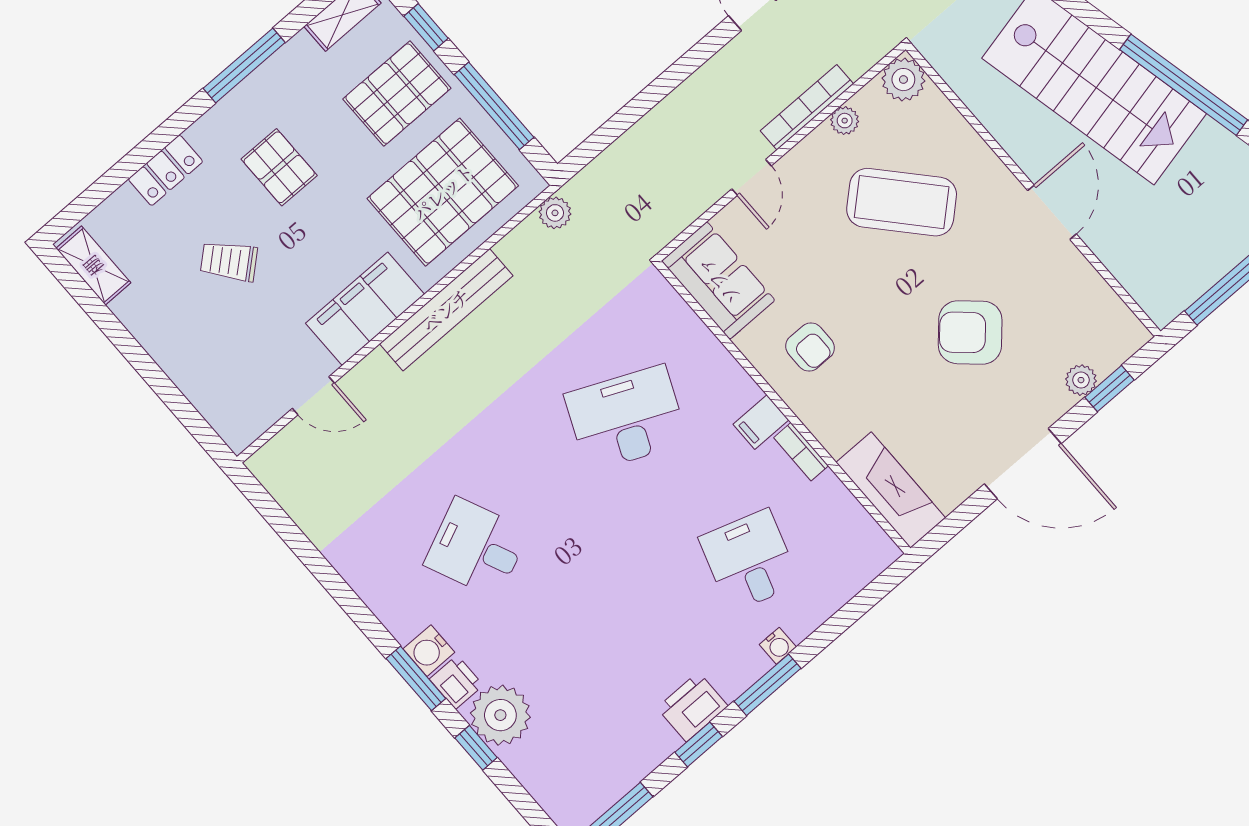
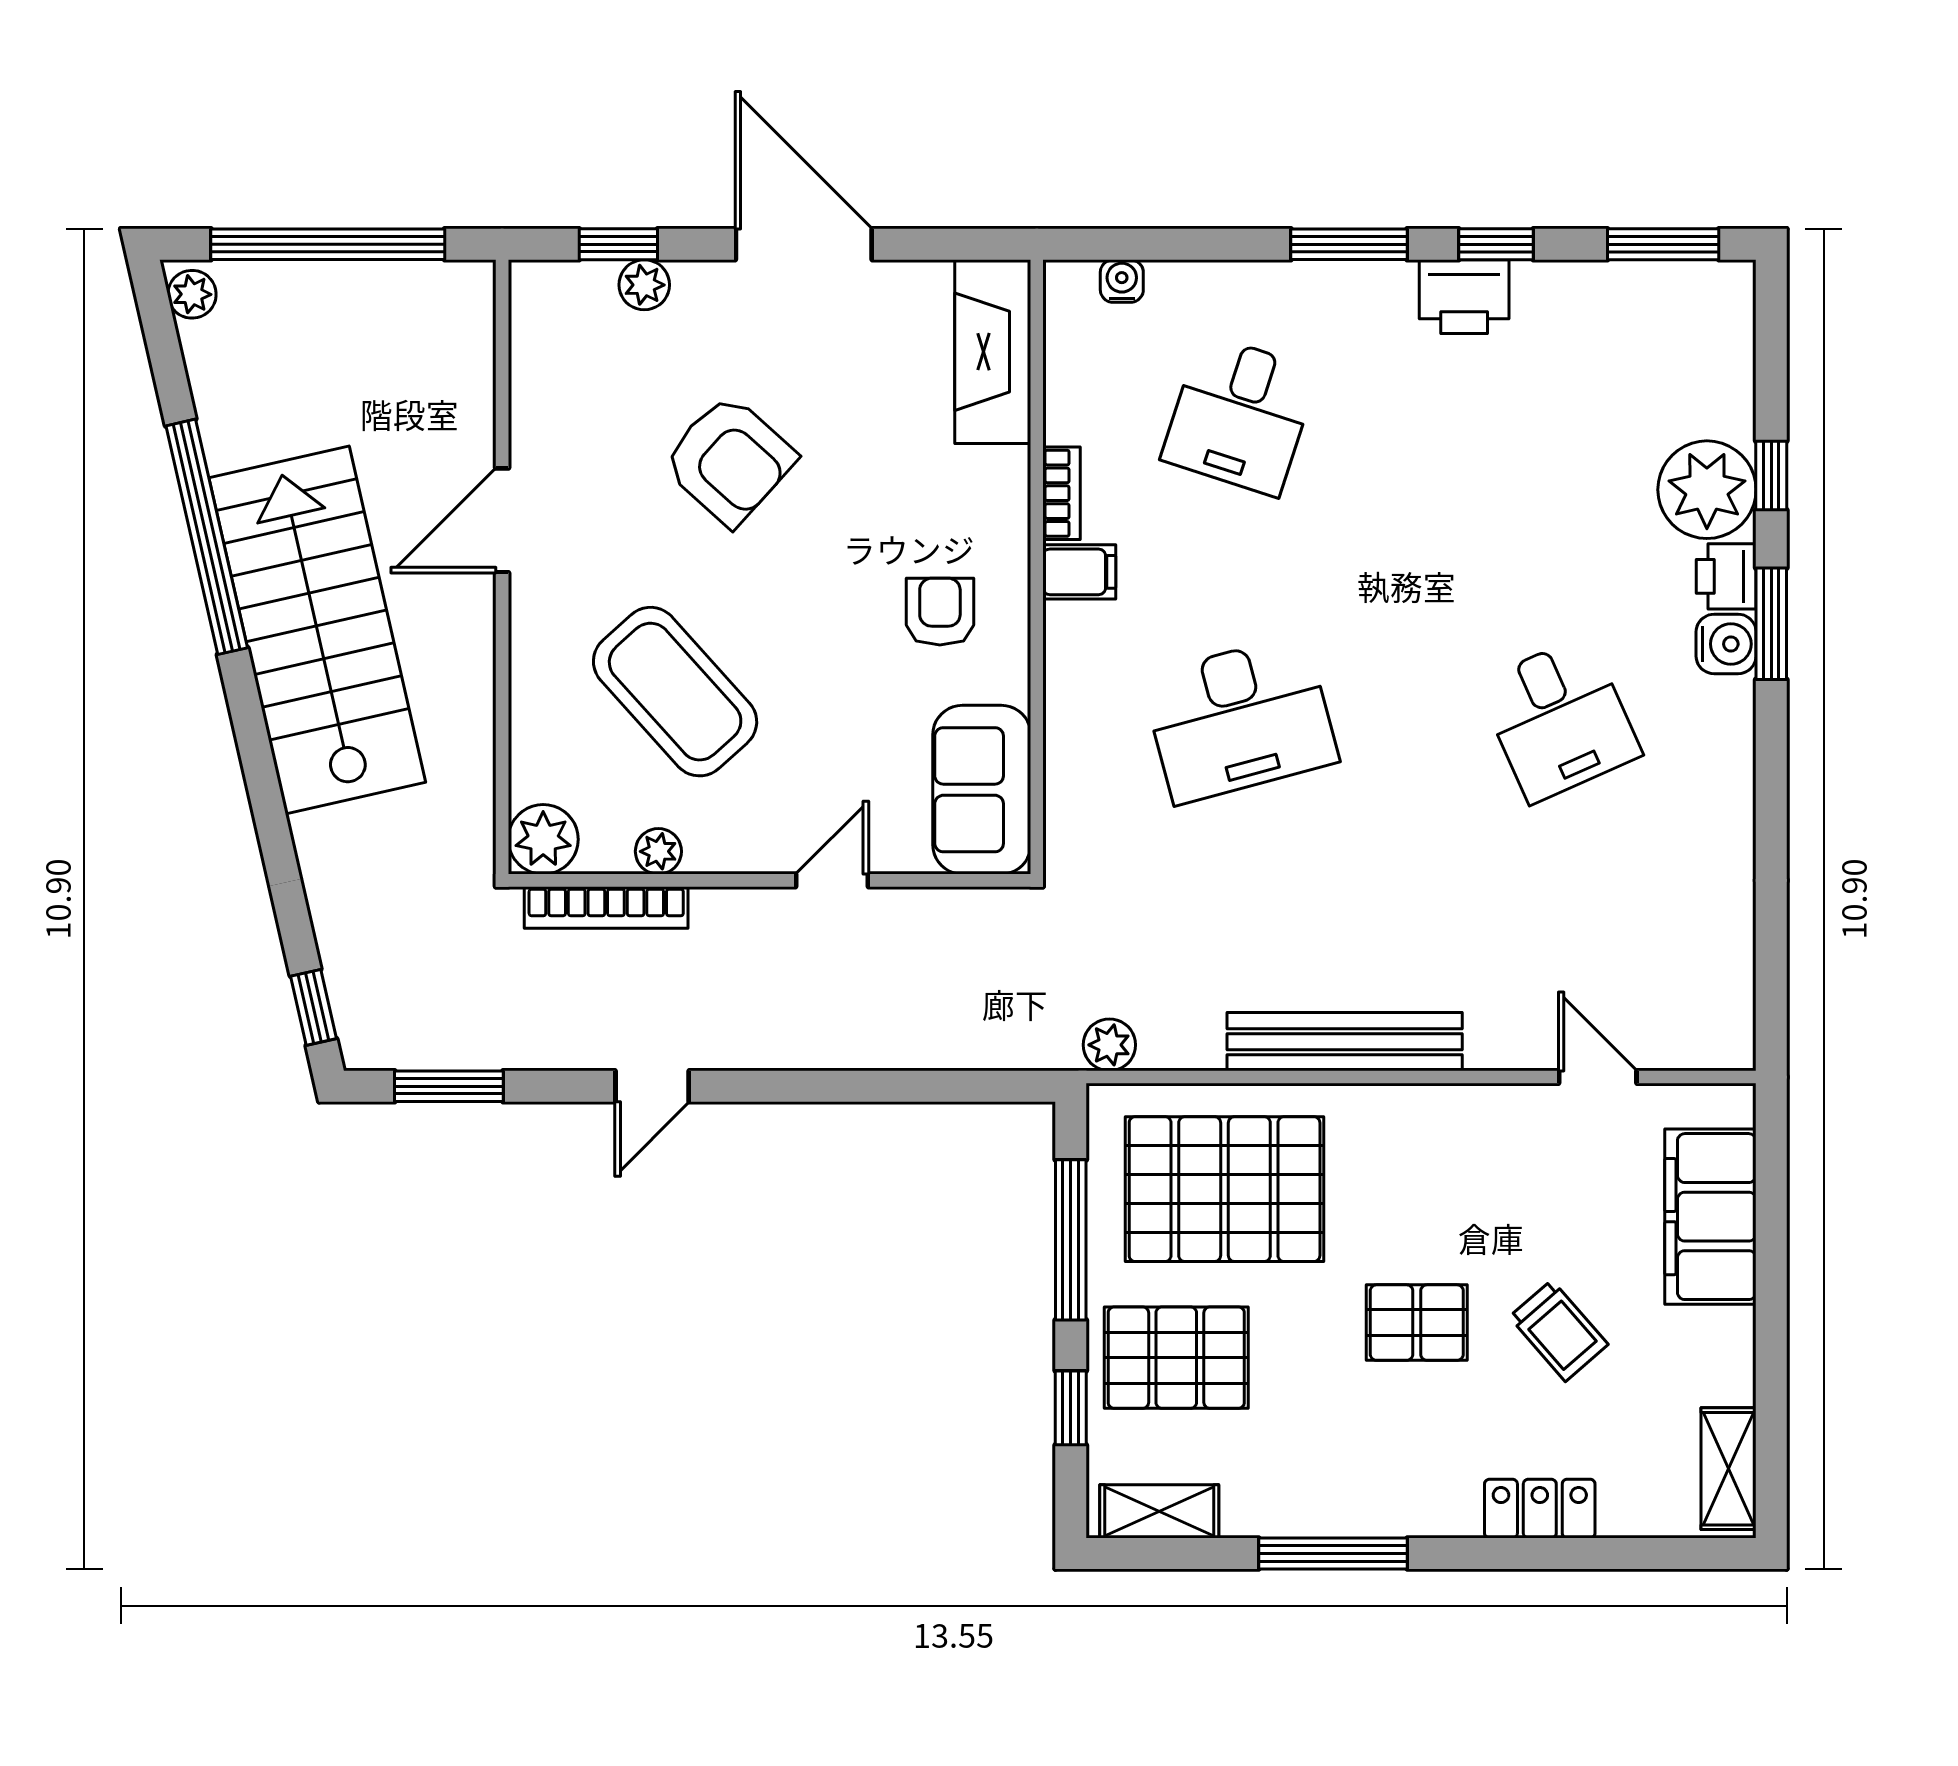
bookcase: (807, 107) -> (606, 907), moved
pallet: (279, 167) -> (1417, 1323), moved, turned 90
filing cabinet: (365, 309) -> (1710, 1217), moved, turned 90
desk: (626, 418) -> (1240, 719), turned -39
water cooler: (778, 646) -> (1122, 281), moved

